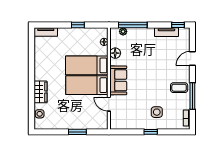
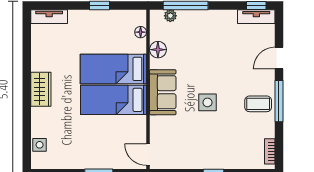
tv unit: (166, 32) -> (256, 17), moved
wardrobe: (40, 92) -> (41, 89), moved
window: (192, 96) -> (279, 101), moved
door: (109, 104) -> (148, 155), moved
side table: (157, 112) -> (207, 102), moved

